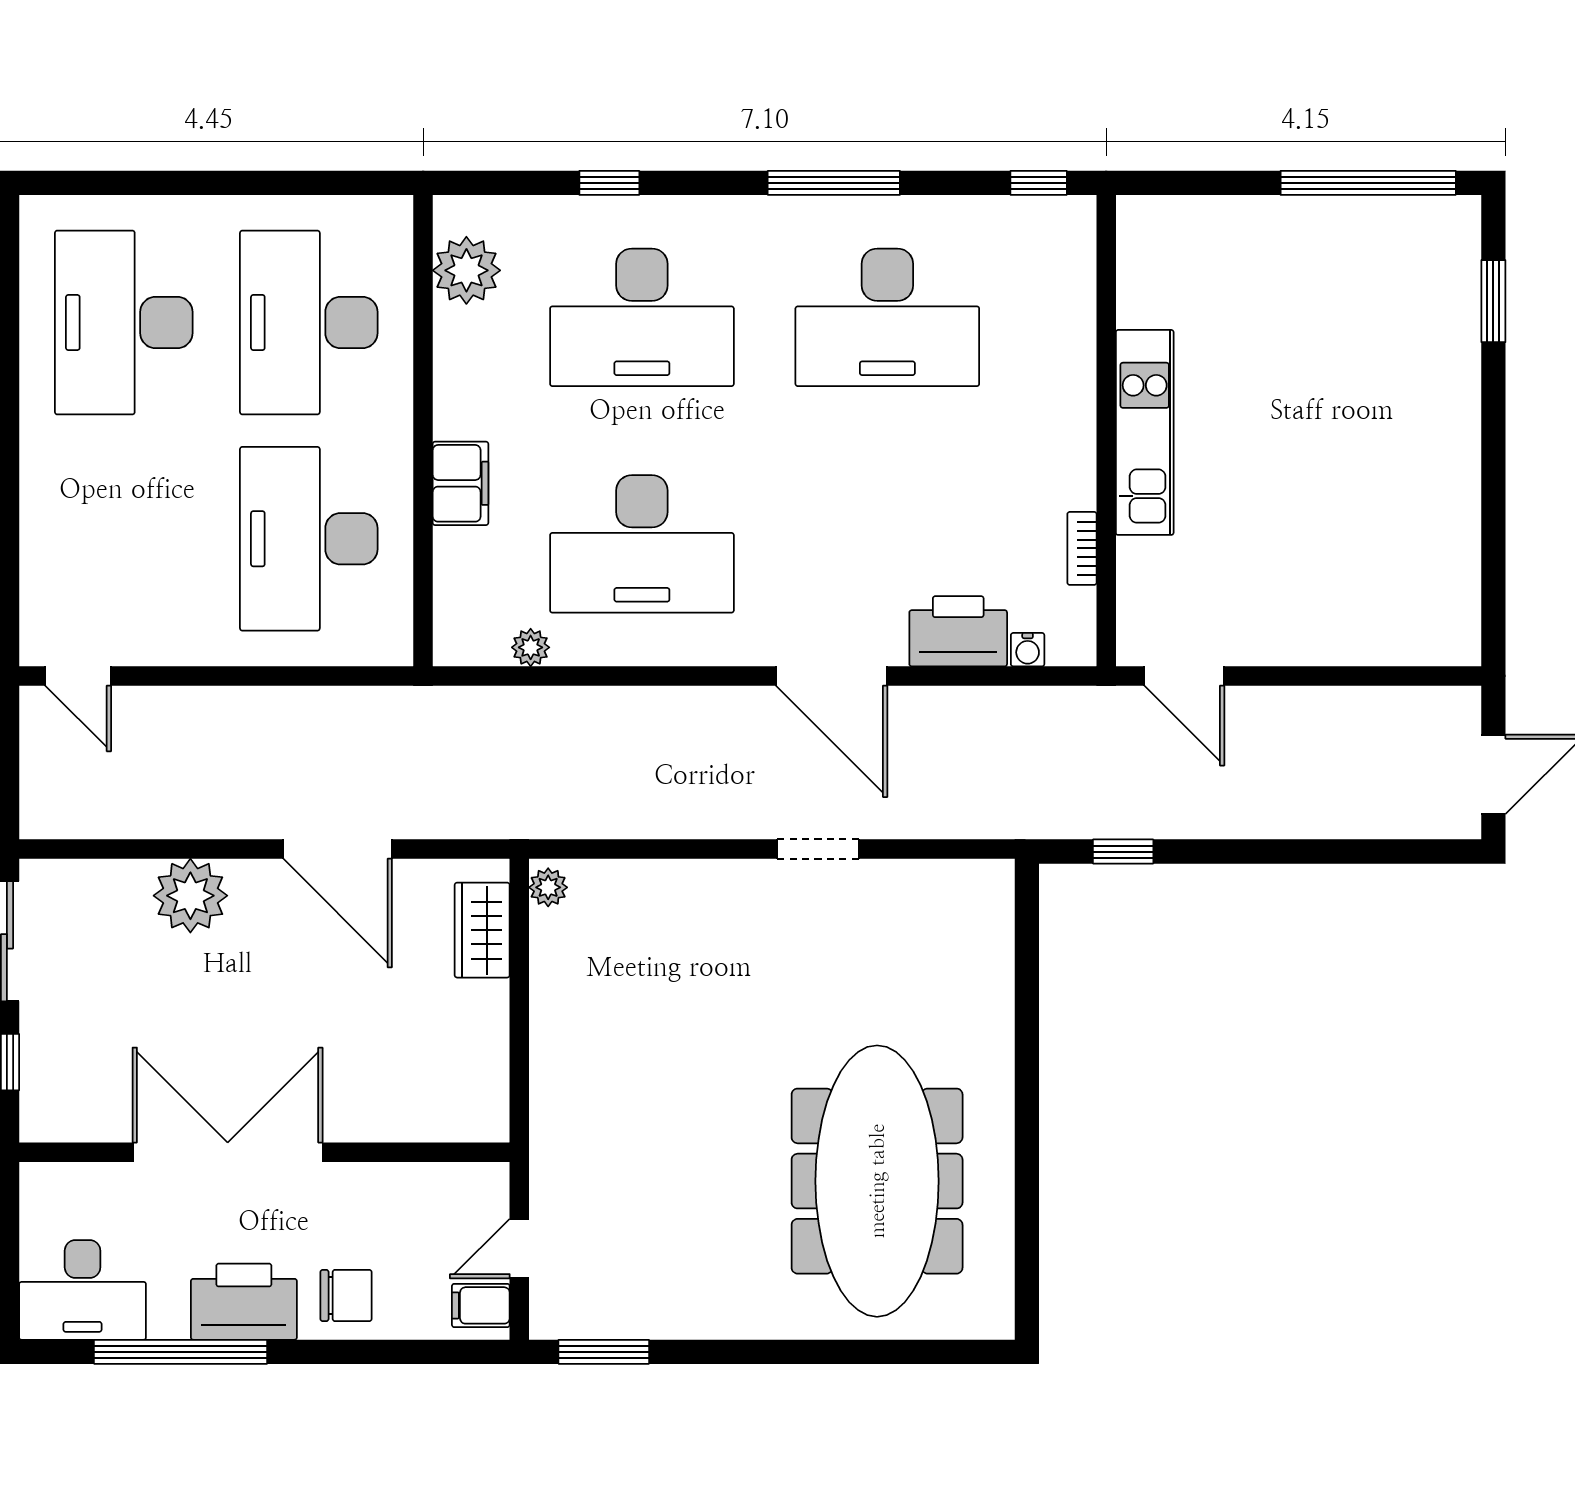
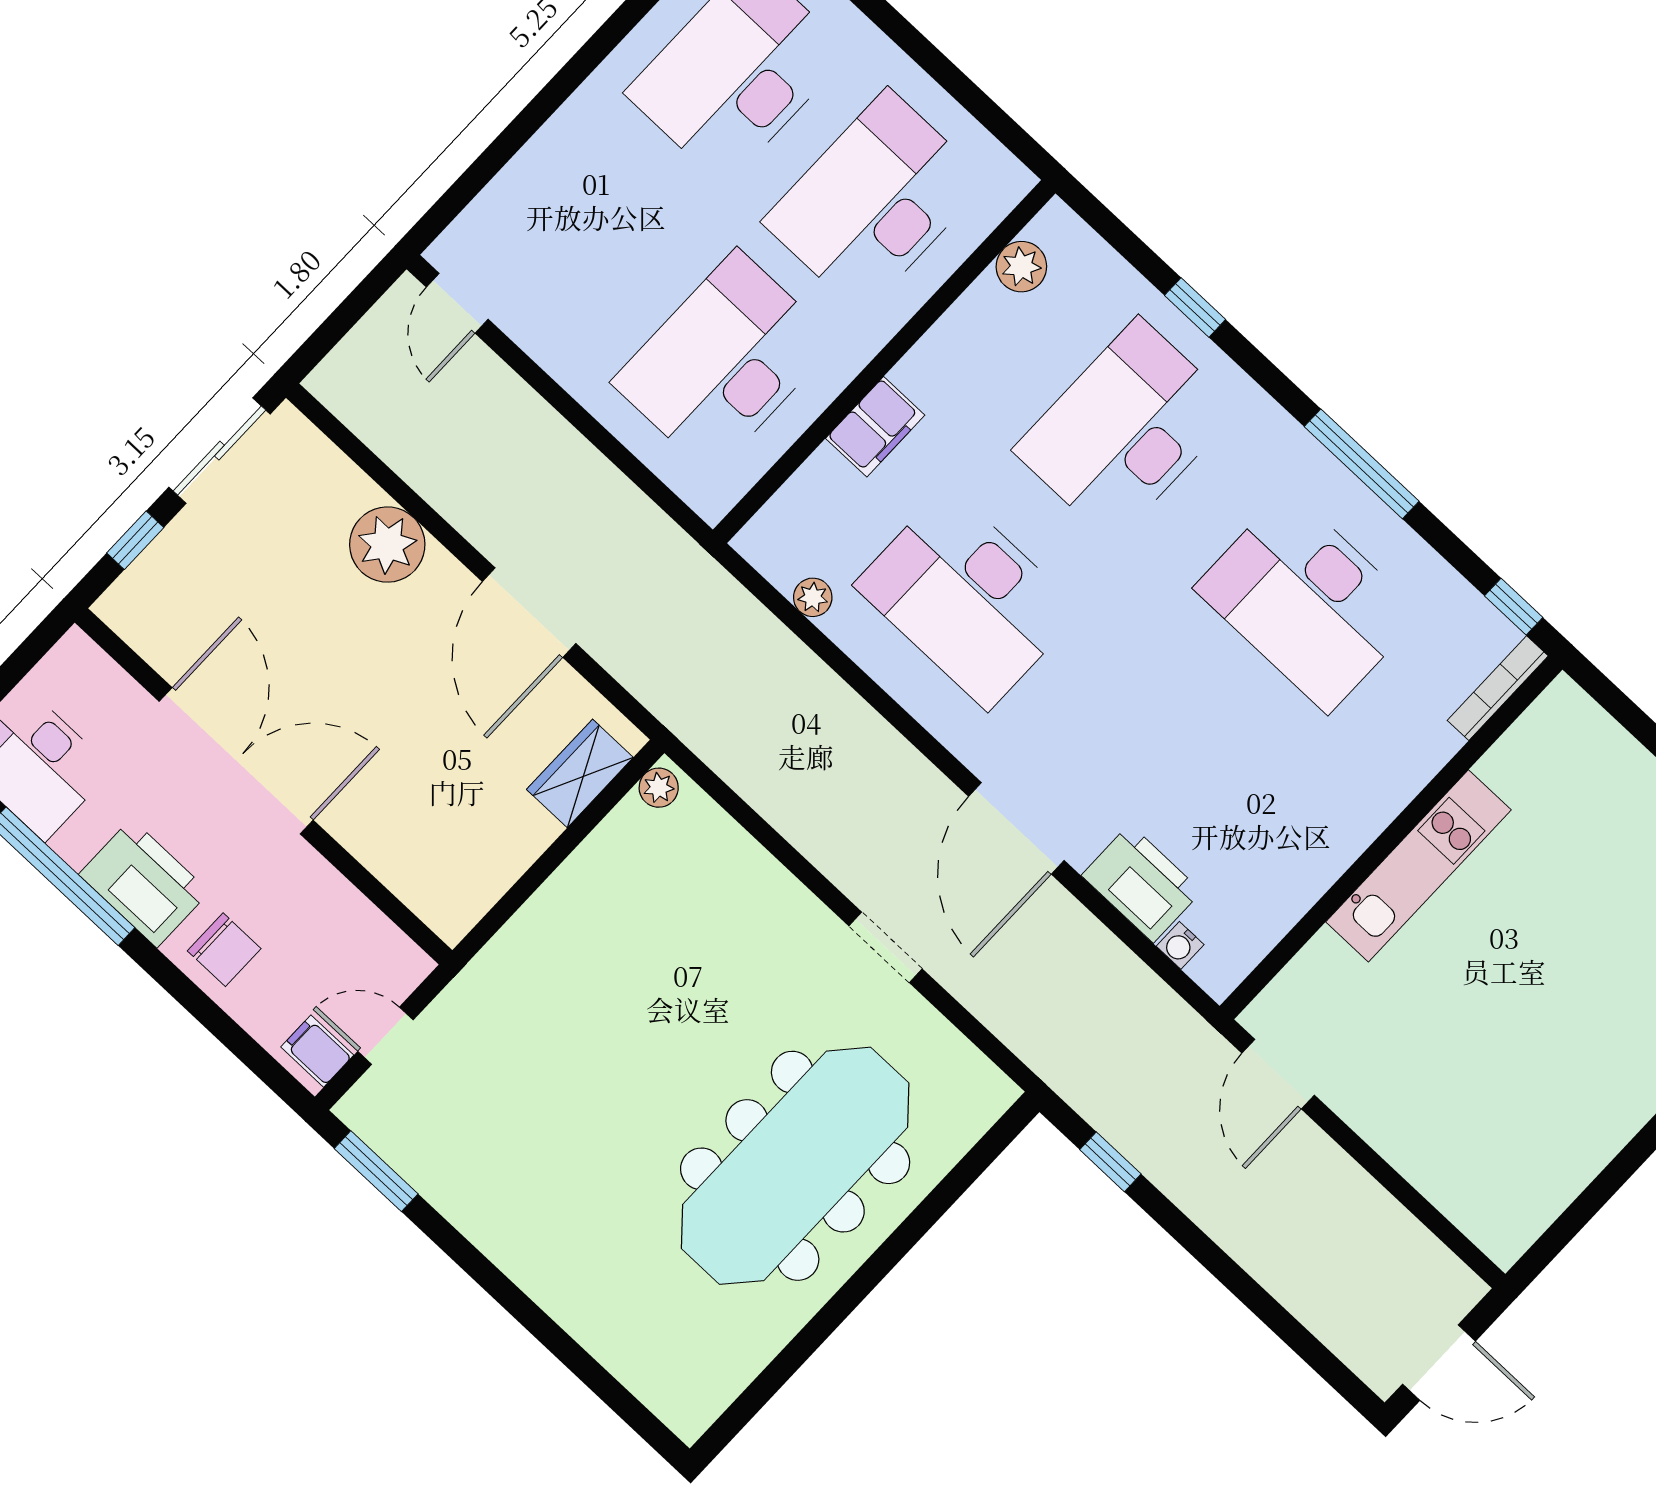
plant: (466, 270) -> (1021, 267), width x0.73, depth x0.73
desk: (642, 317) -> (1126, 430), turned 90
bookcase: (1082, 548) -> (1498, 688), moved, width x1.56
meeting table: (877, 1181) -> (795, 1166), moved

